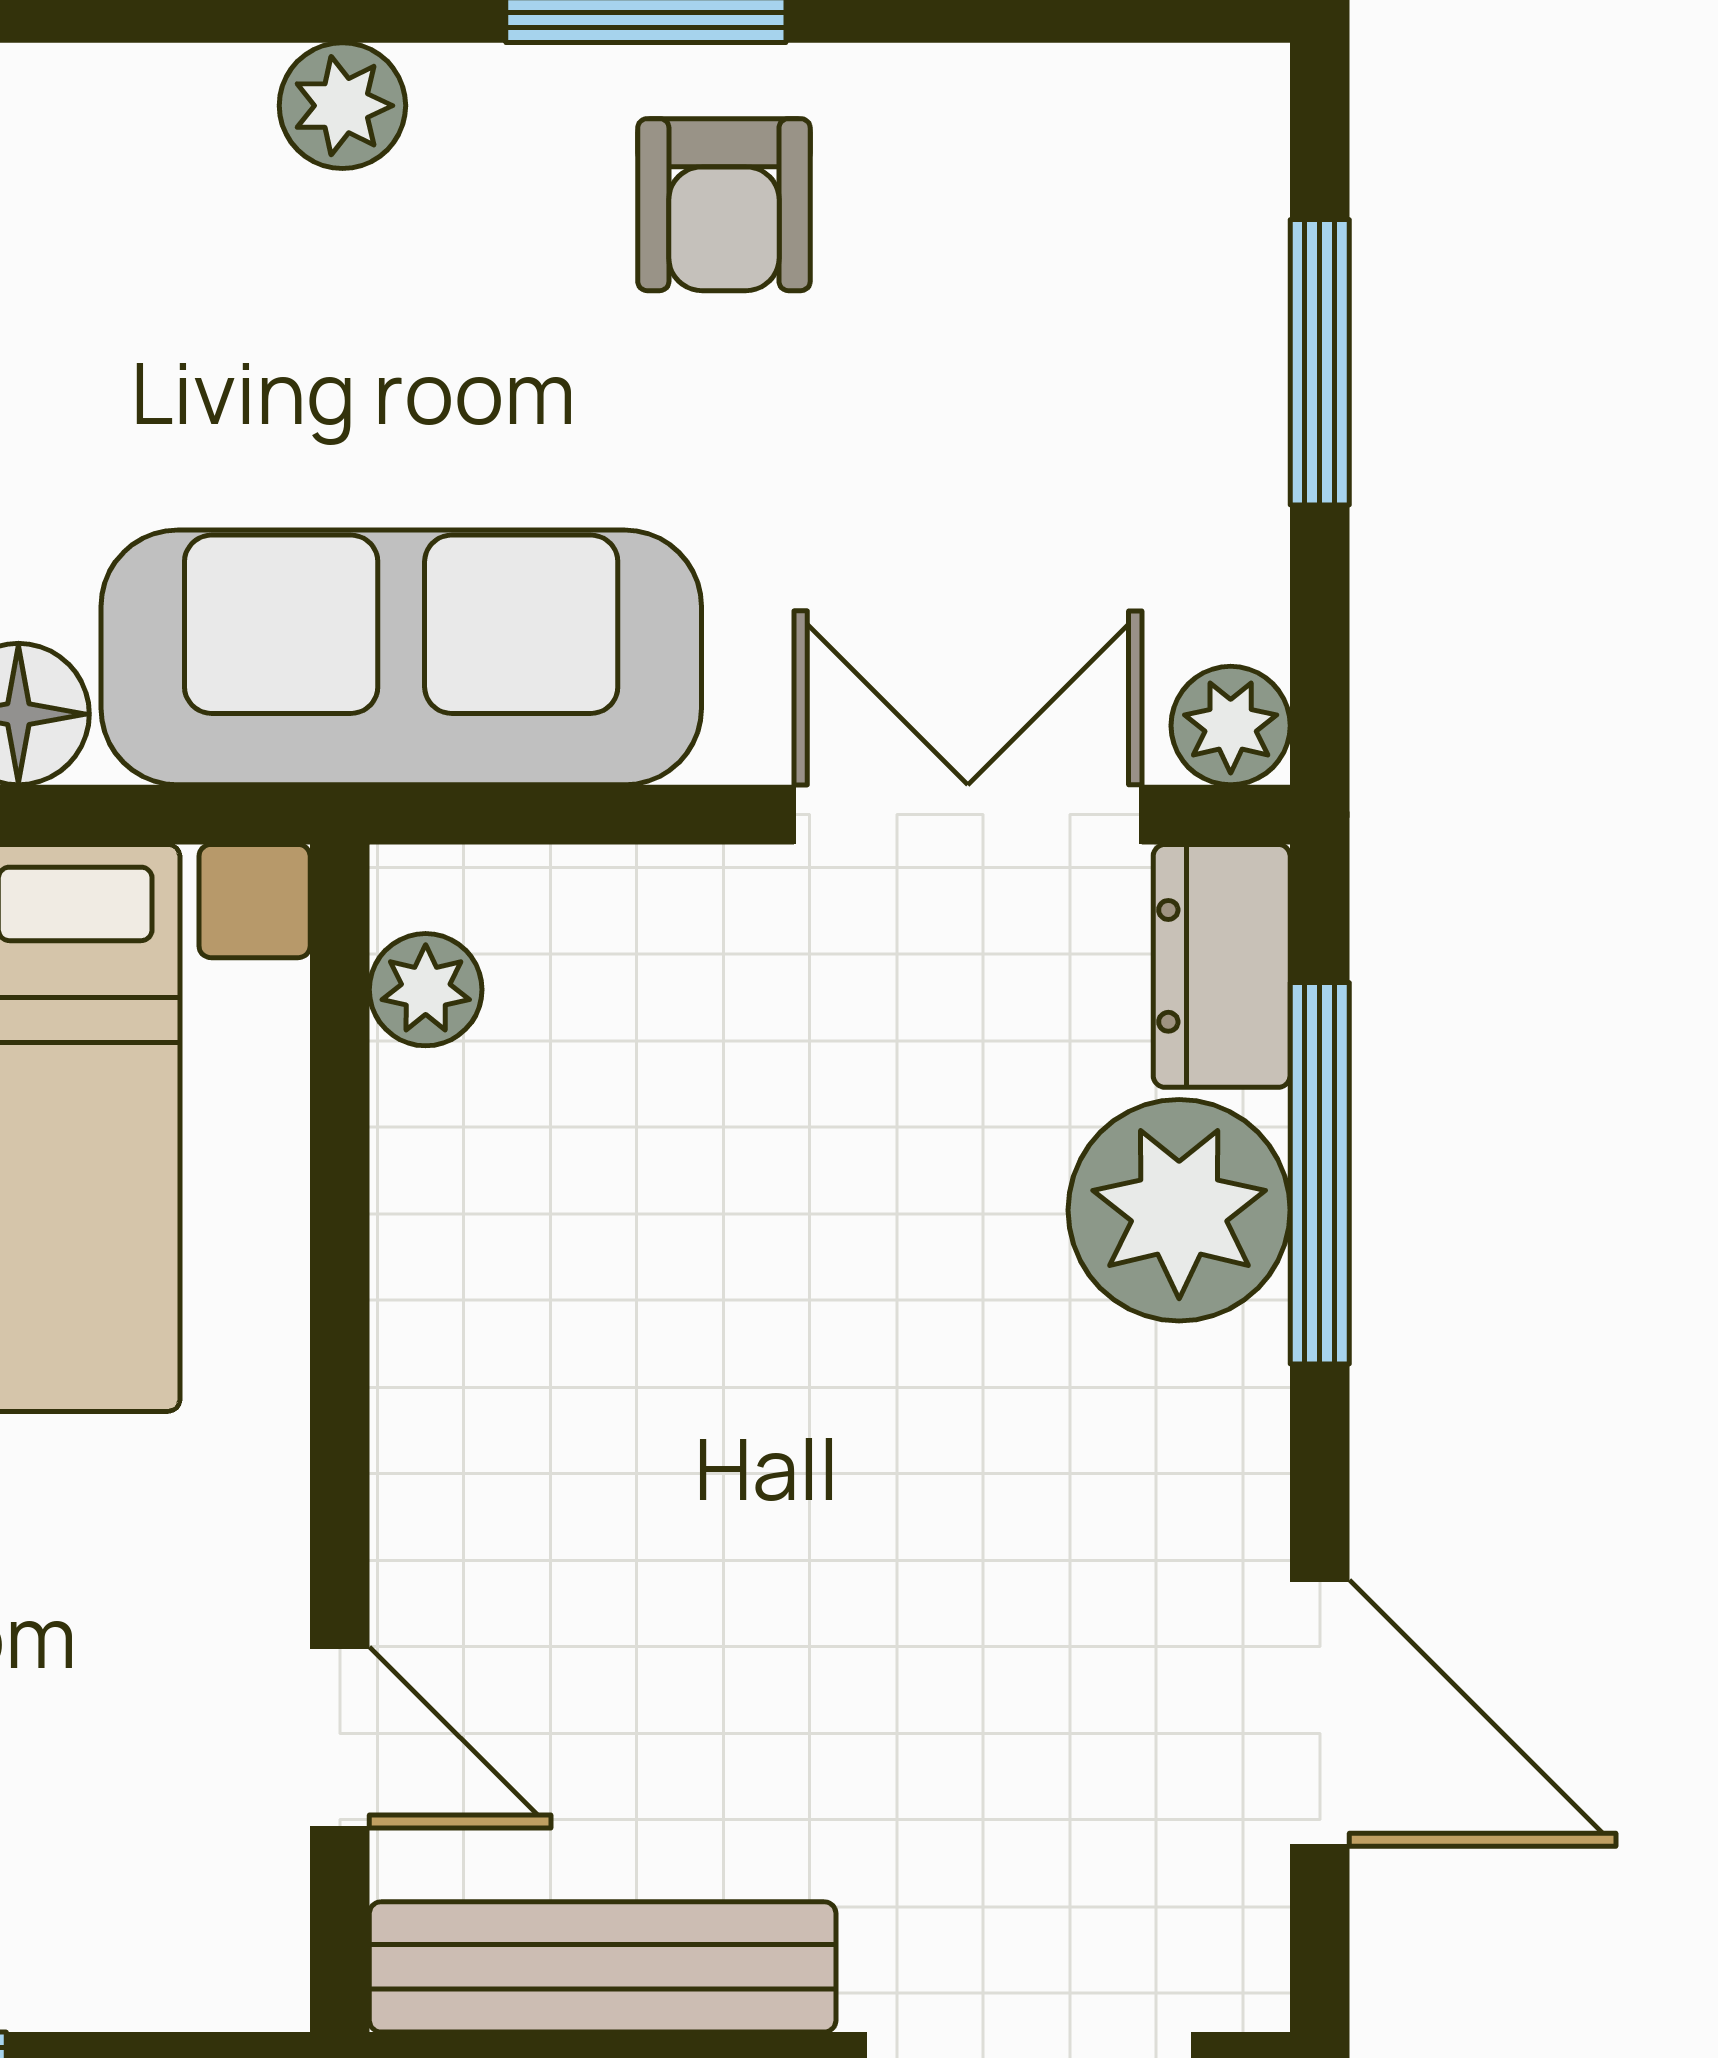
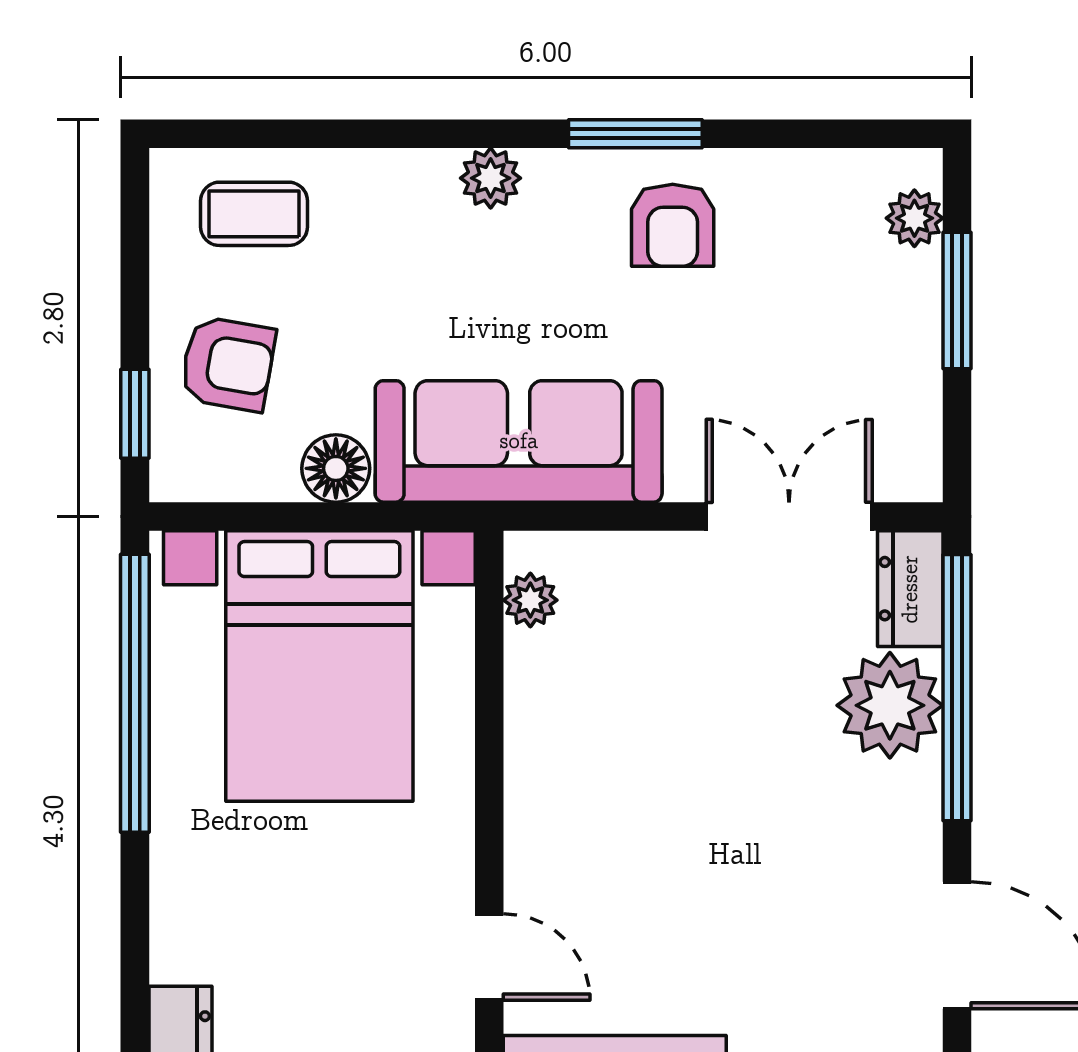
plant: (1231, 726) -> (914, 218), moved
window: (1320, 1173) -> (957, 688), width x1.46

